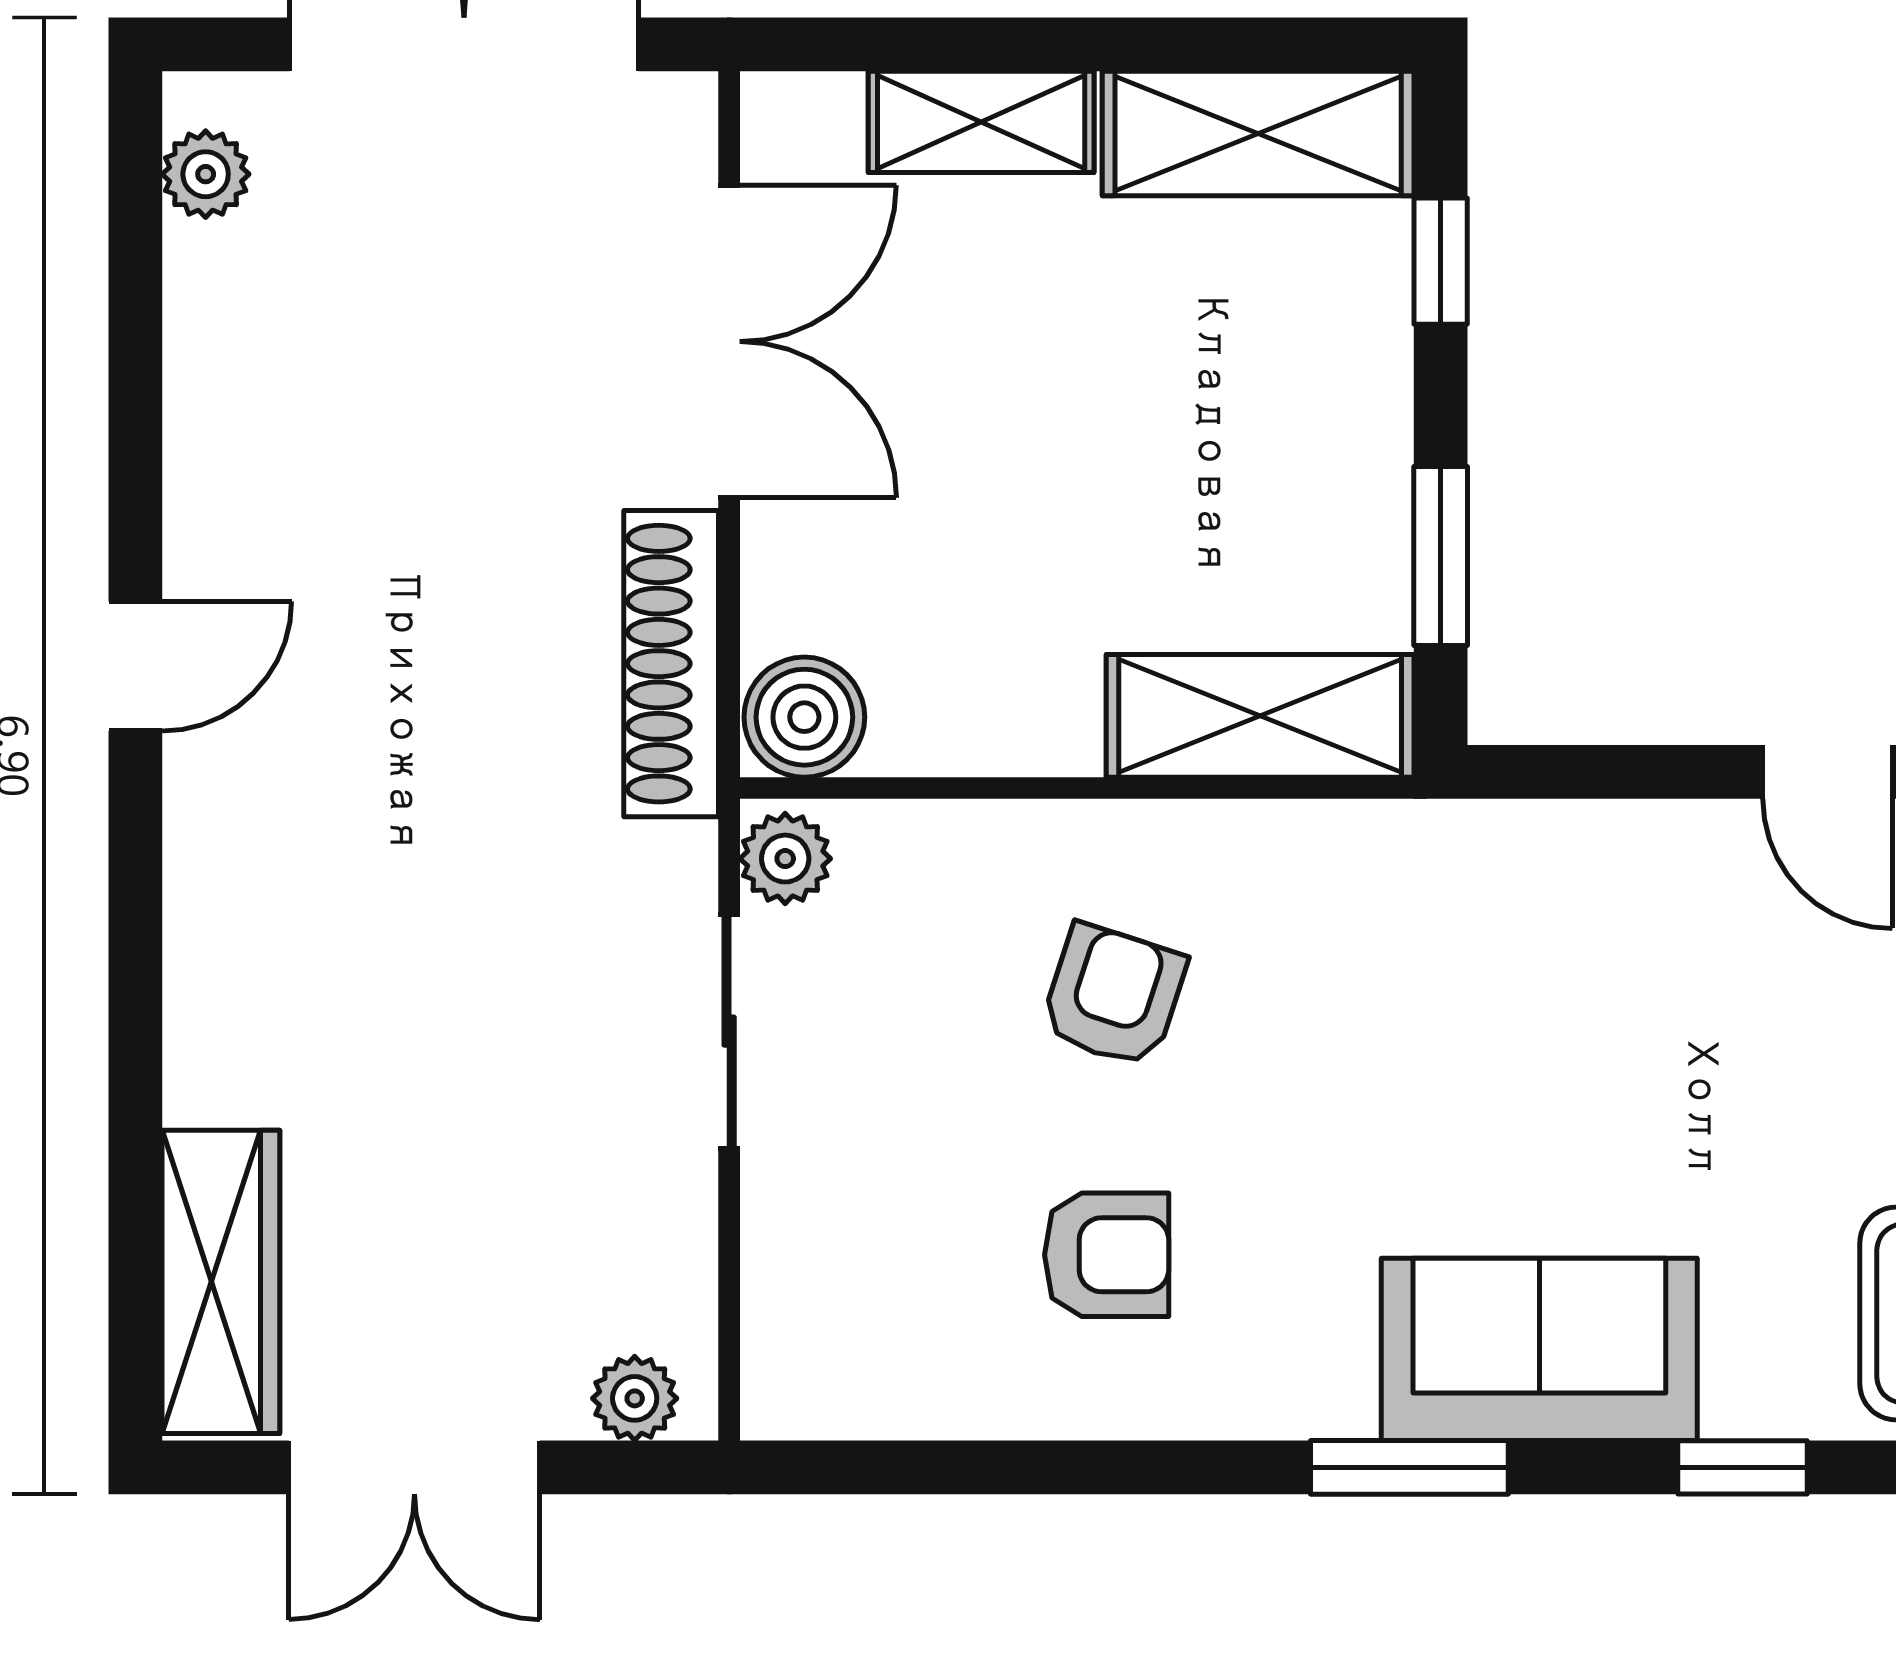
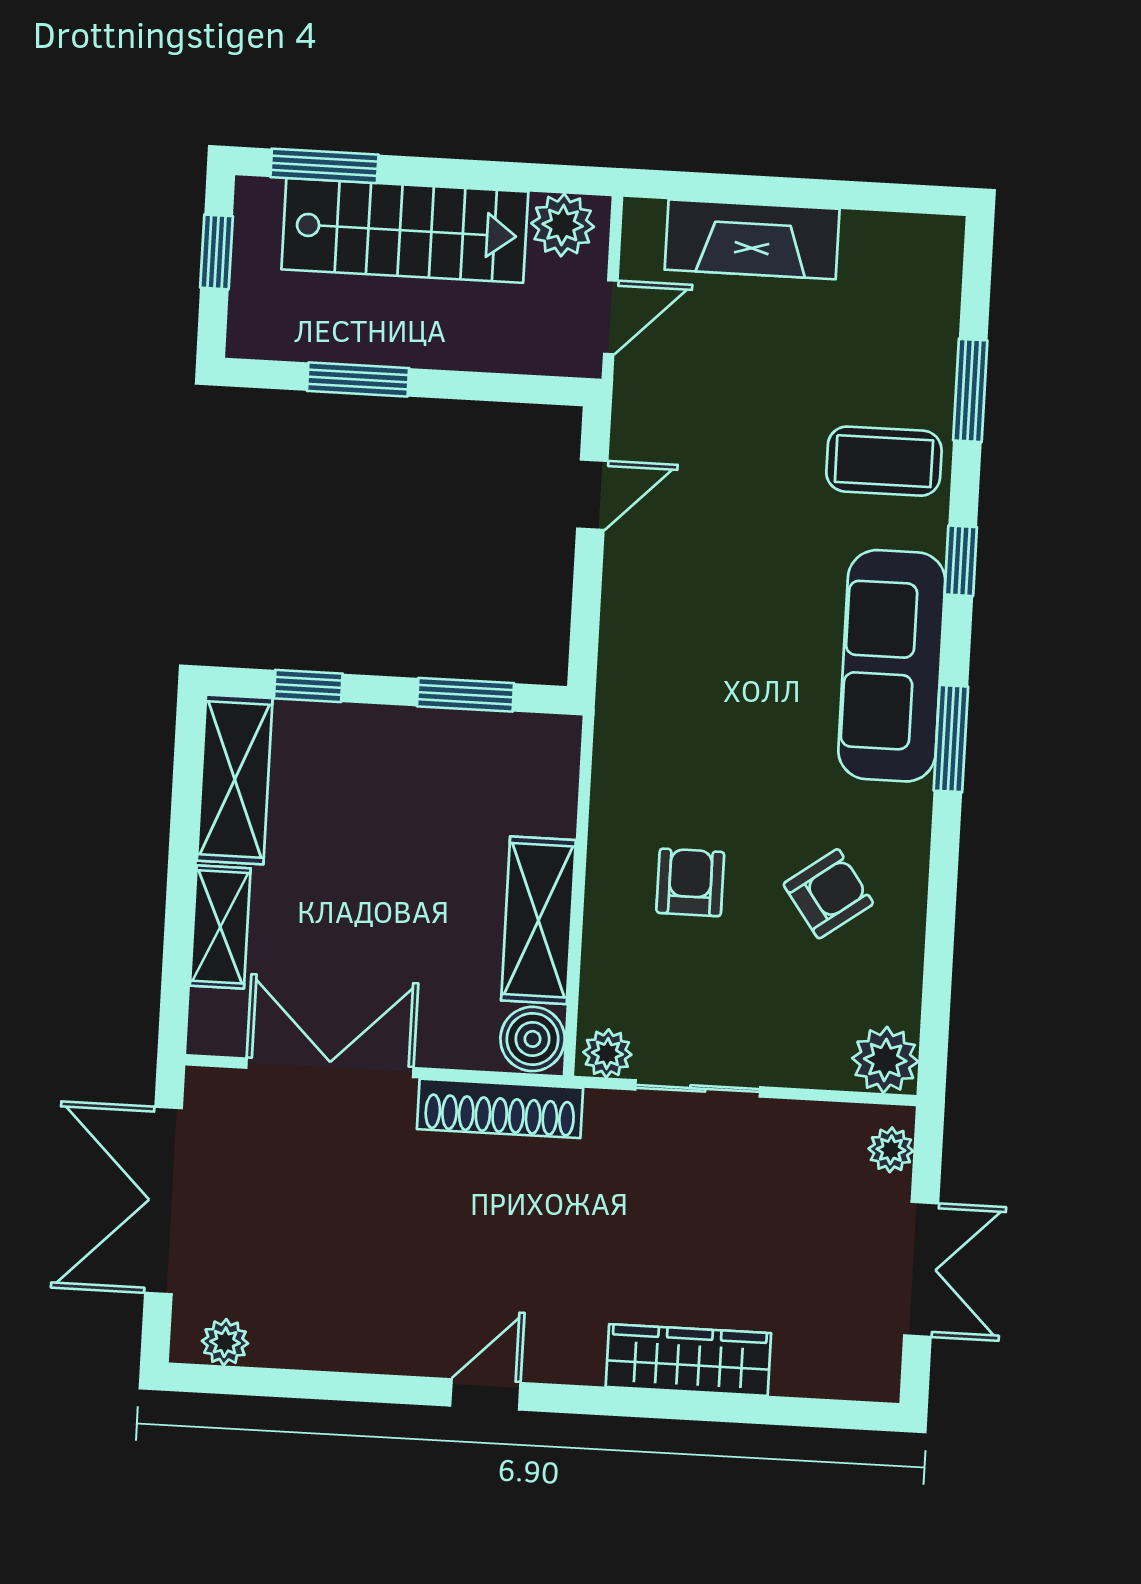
door: (135, 666) -> (485, 1394), hinge flipped
shelving: (1260, 716) -> (538, 920), moved
armchair: (1113, 996) -> (690, 882), turned 72
armchair: (1107, 1255) -> (828, 894), turned 54
wardrobe: (221, 1282) -> (688, 1360), moved
sofa: (1539, 1349) -> (892, 666), width x1.36
plant: (802, 1378) -> (885, 1060), added

